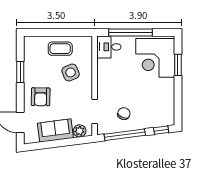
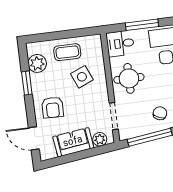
window: (131, 32) -> (142, 25), width x0.68
plant: (32, 55) -> (37, 63), added
round table: (113, 79) -> (129, 78), added
chair: (124, 114) -> (160, 113), moved

